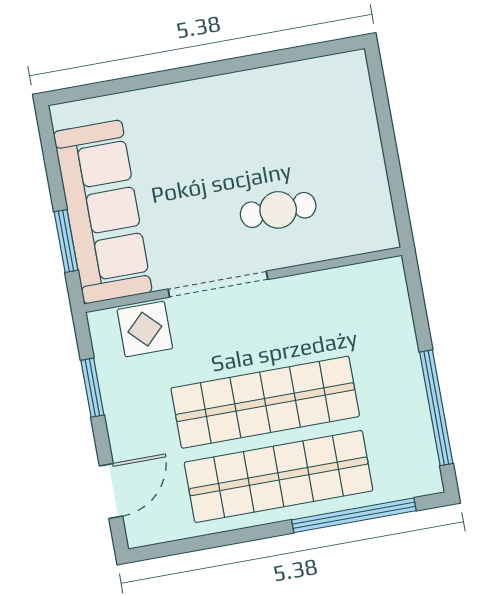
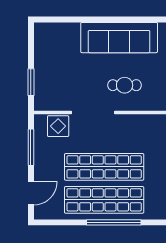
sofa: (103, 212) -> (119, 38), moved, turned 90
window: (92, 388) -> (31, 147), width x1.44
window: (354, 515) -> (114, 222), moved

